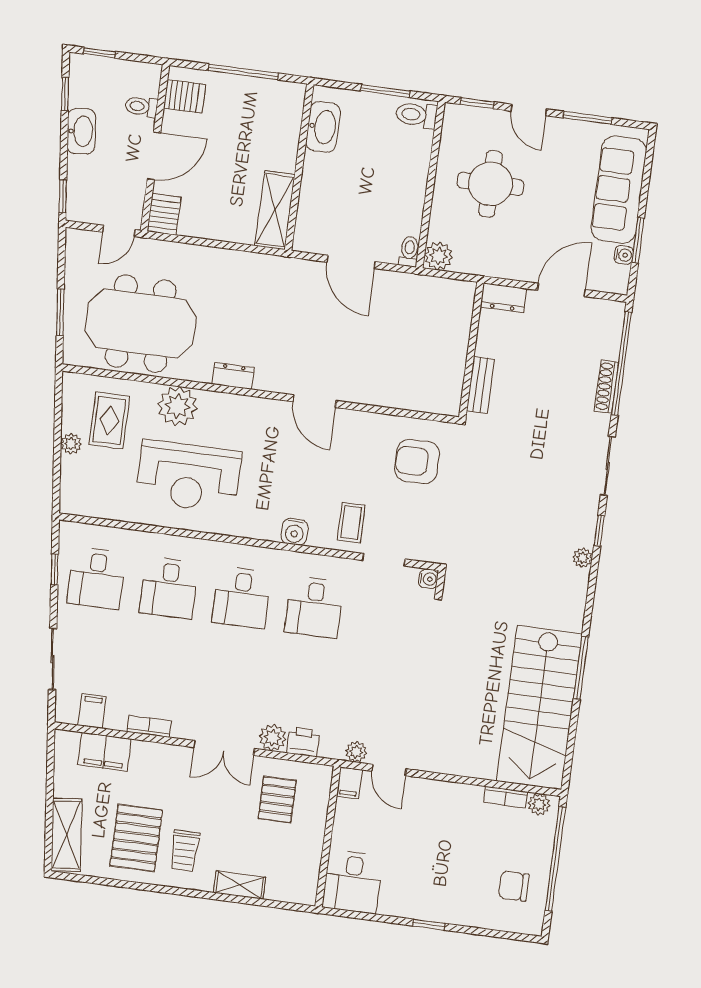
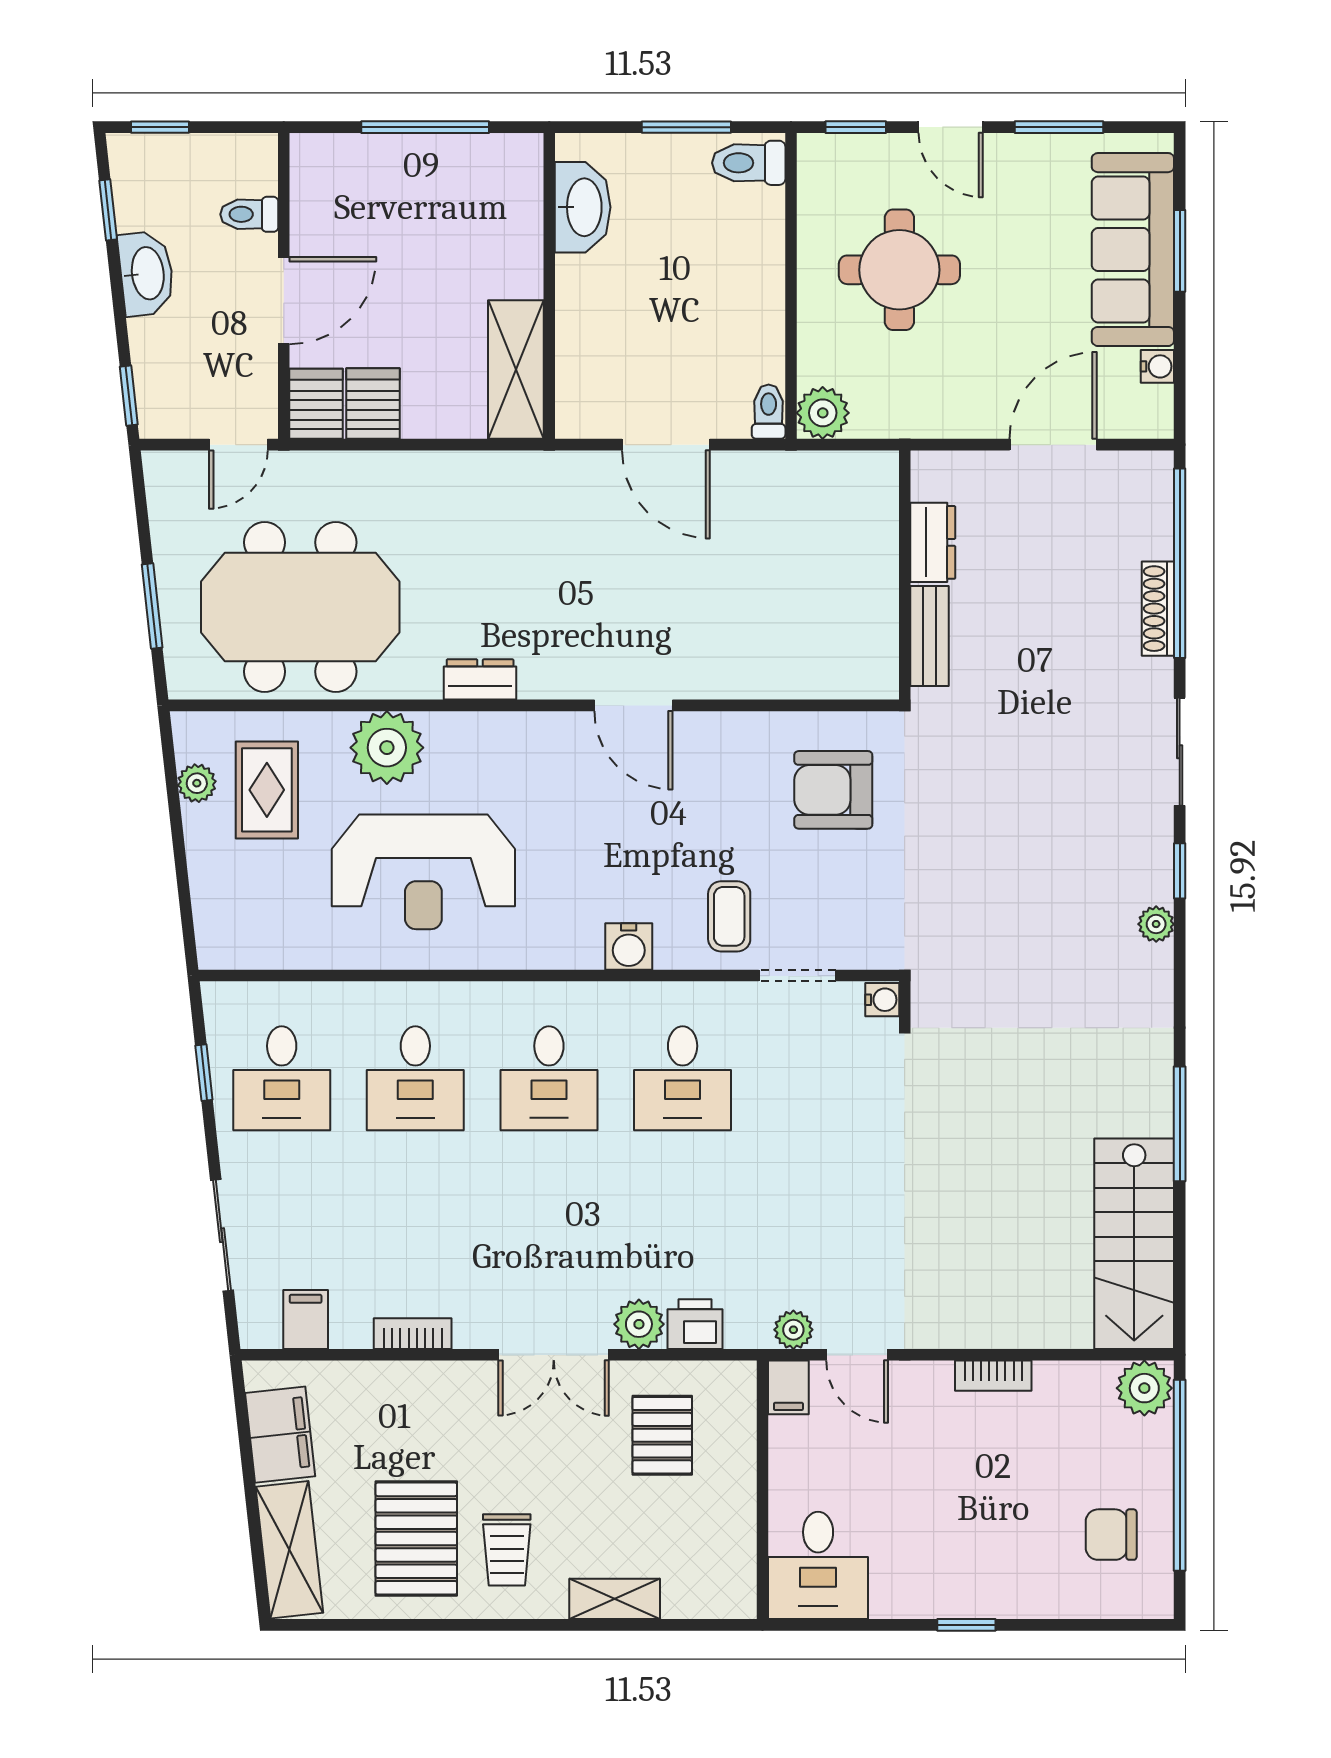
server rack: (185, 96) -> (373, 404), moved, turned -90
window: (638, 240) -> (1180, 251), moved
dresser: (503, 298) -> (933, 542), moved, turned -90
plant: (71, 444) -> (197, 783), moved
stairs: (539, 708) -> (1134, 1244), width x0.73, depth x0.66
filing cabinet: (105, 752) -> (280, 1435), moved, turned -96
bookcase: (506, 797) -> (993, 1376), moved
plant: (539, 804) -> (1144, 1388), width x1.38, depth x1.38

